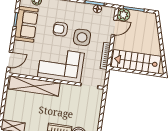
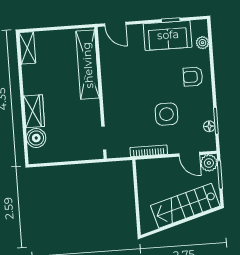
armchair: (60, 29) -> (193, 77), moved, turned -90
stairs: (136, 62) -> (185, 206), moved, turned -106
corner sofa: (61, 65) -> (123, 94), removed

